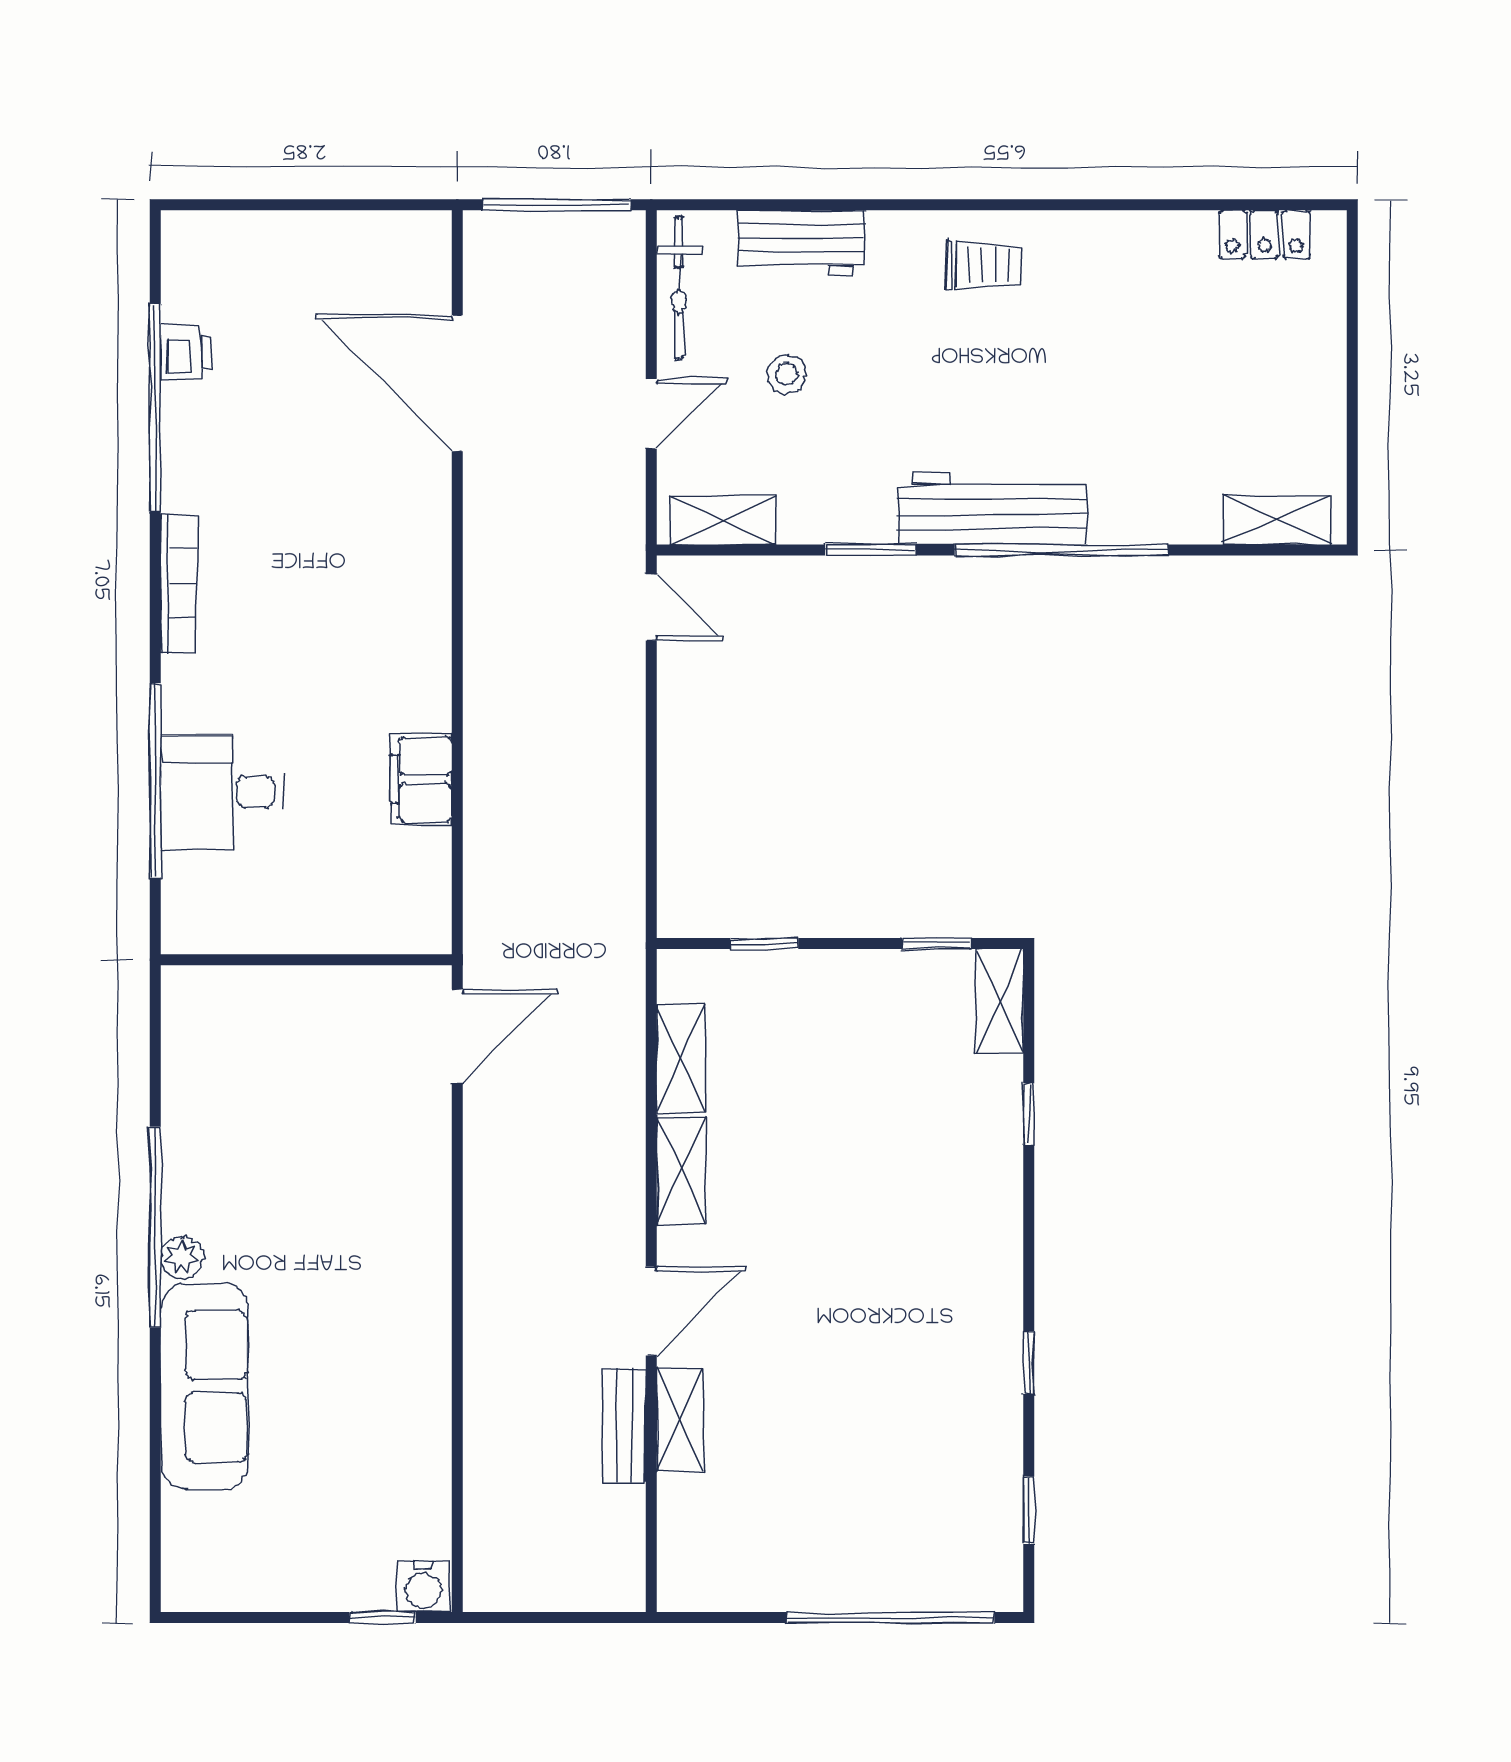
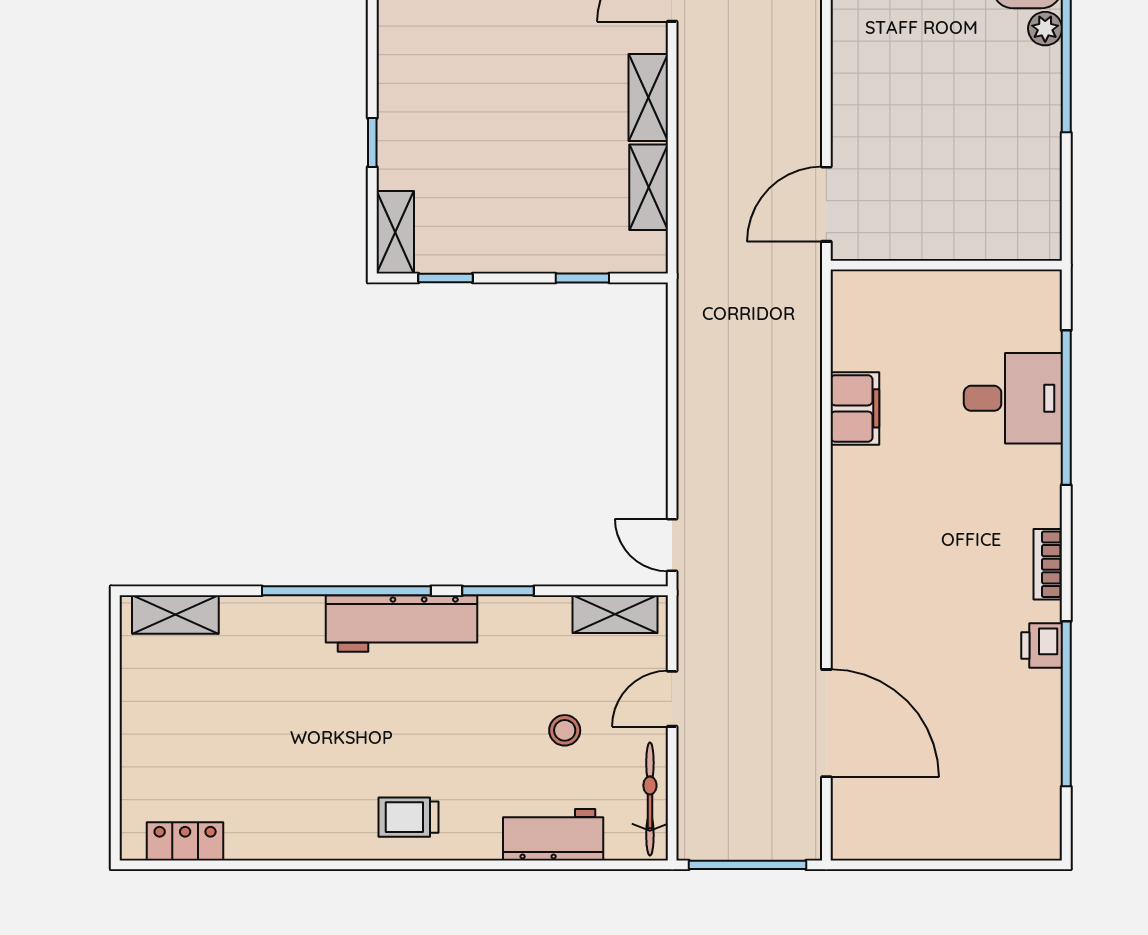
printer: (186, 352) -> (1042, 645), moved
bookcase: (178, 583) -> (1048, 564), width x0.64

